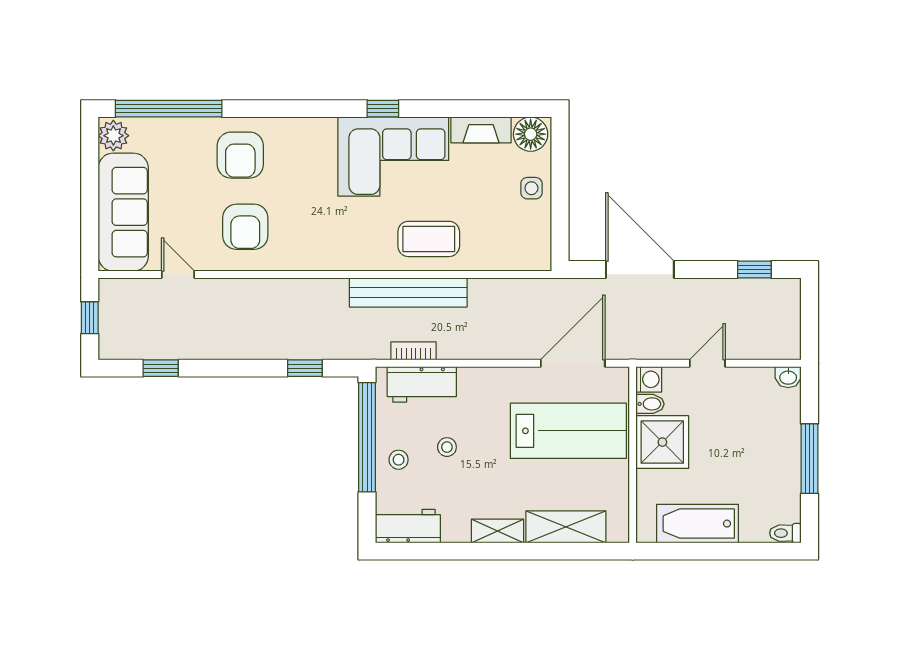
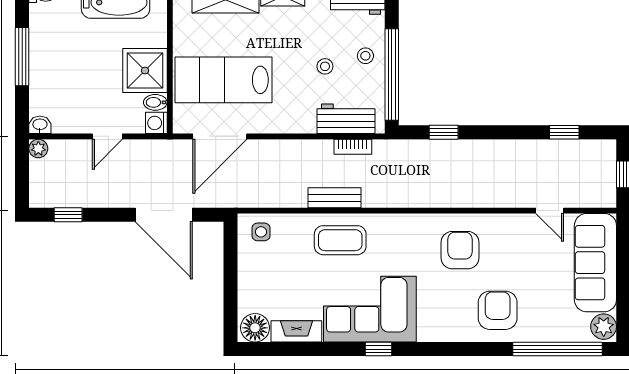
side table: (531, 188) -> (261, 232), moved
armchair: (245, 227) -> (460, 250), moved
bench: (408, 292) -> (335, 198), width x0.54, depth x0.82
plant: (790, 349) -> (38, 149), added

